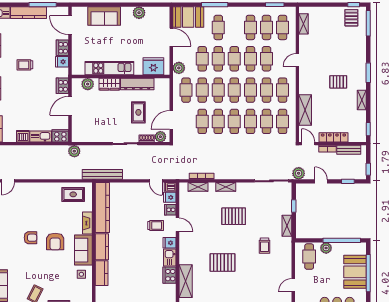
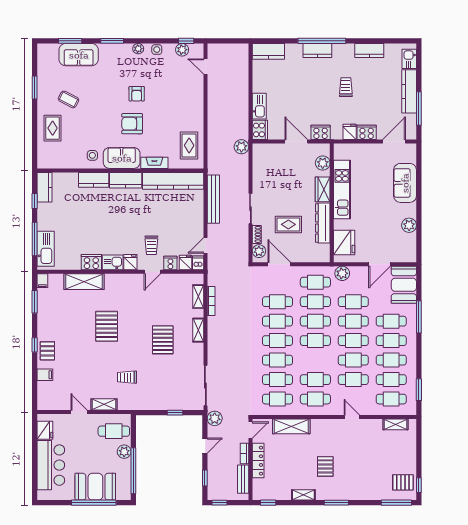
cafe table: (250, 90) -> (391, 341), moved
dishwasher: (23, 136) -> (259, 84), removed
bench: (102, 174) -> (213, 199), moved
shelving: (287, 226) -> (104, 404), moved

